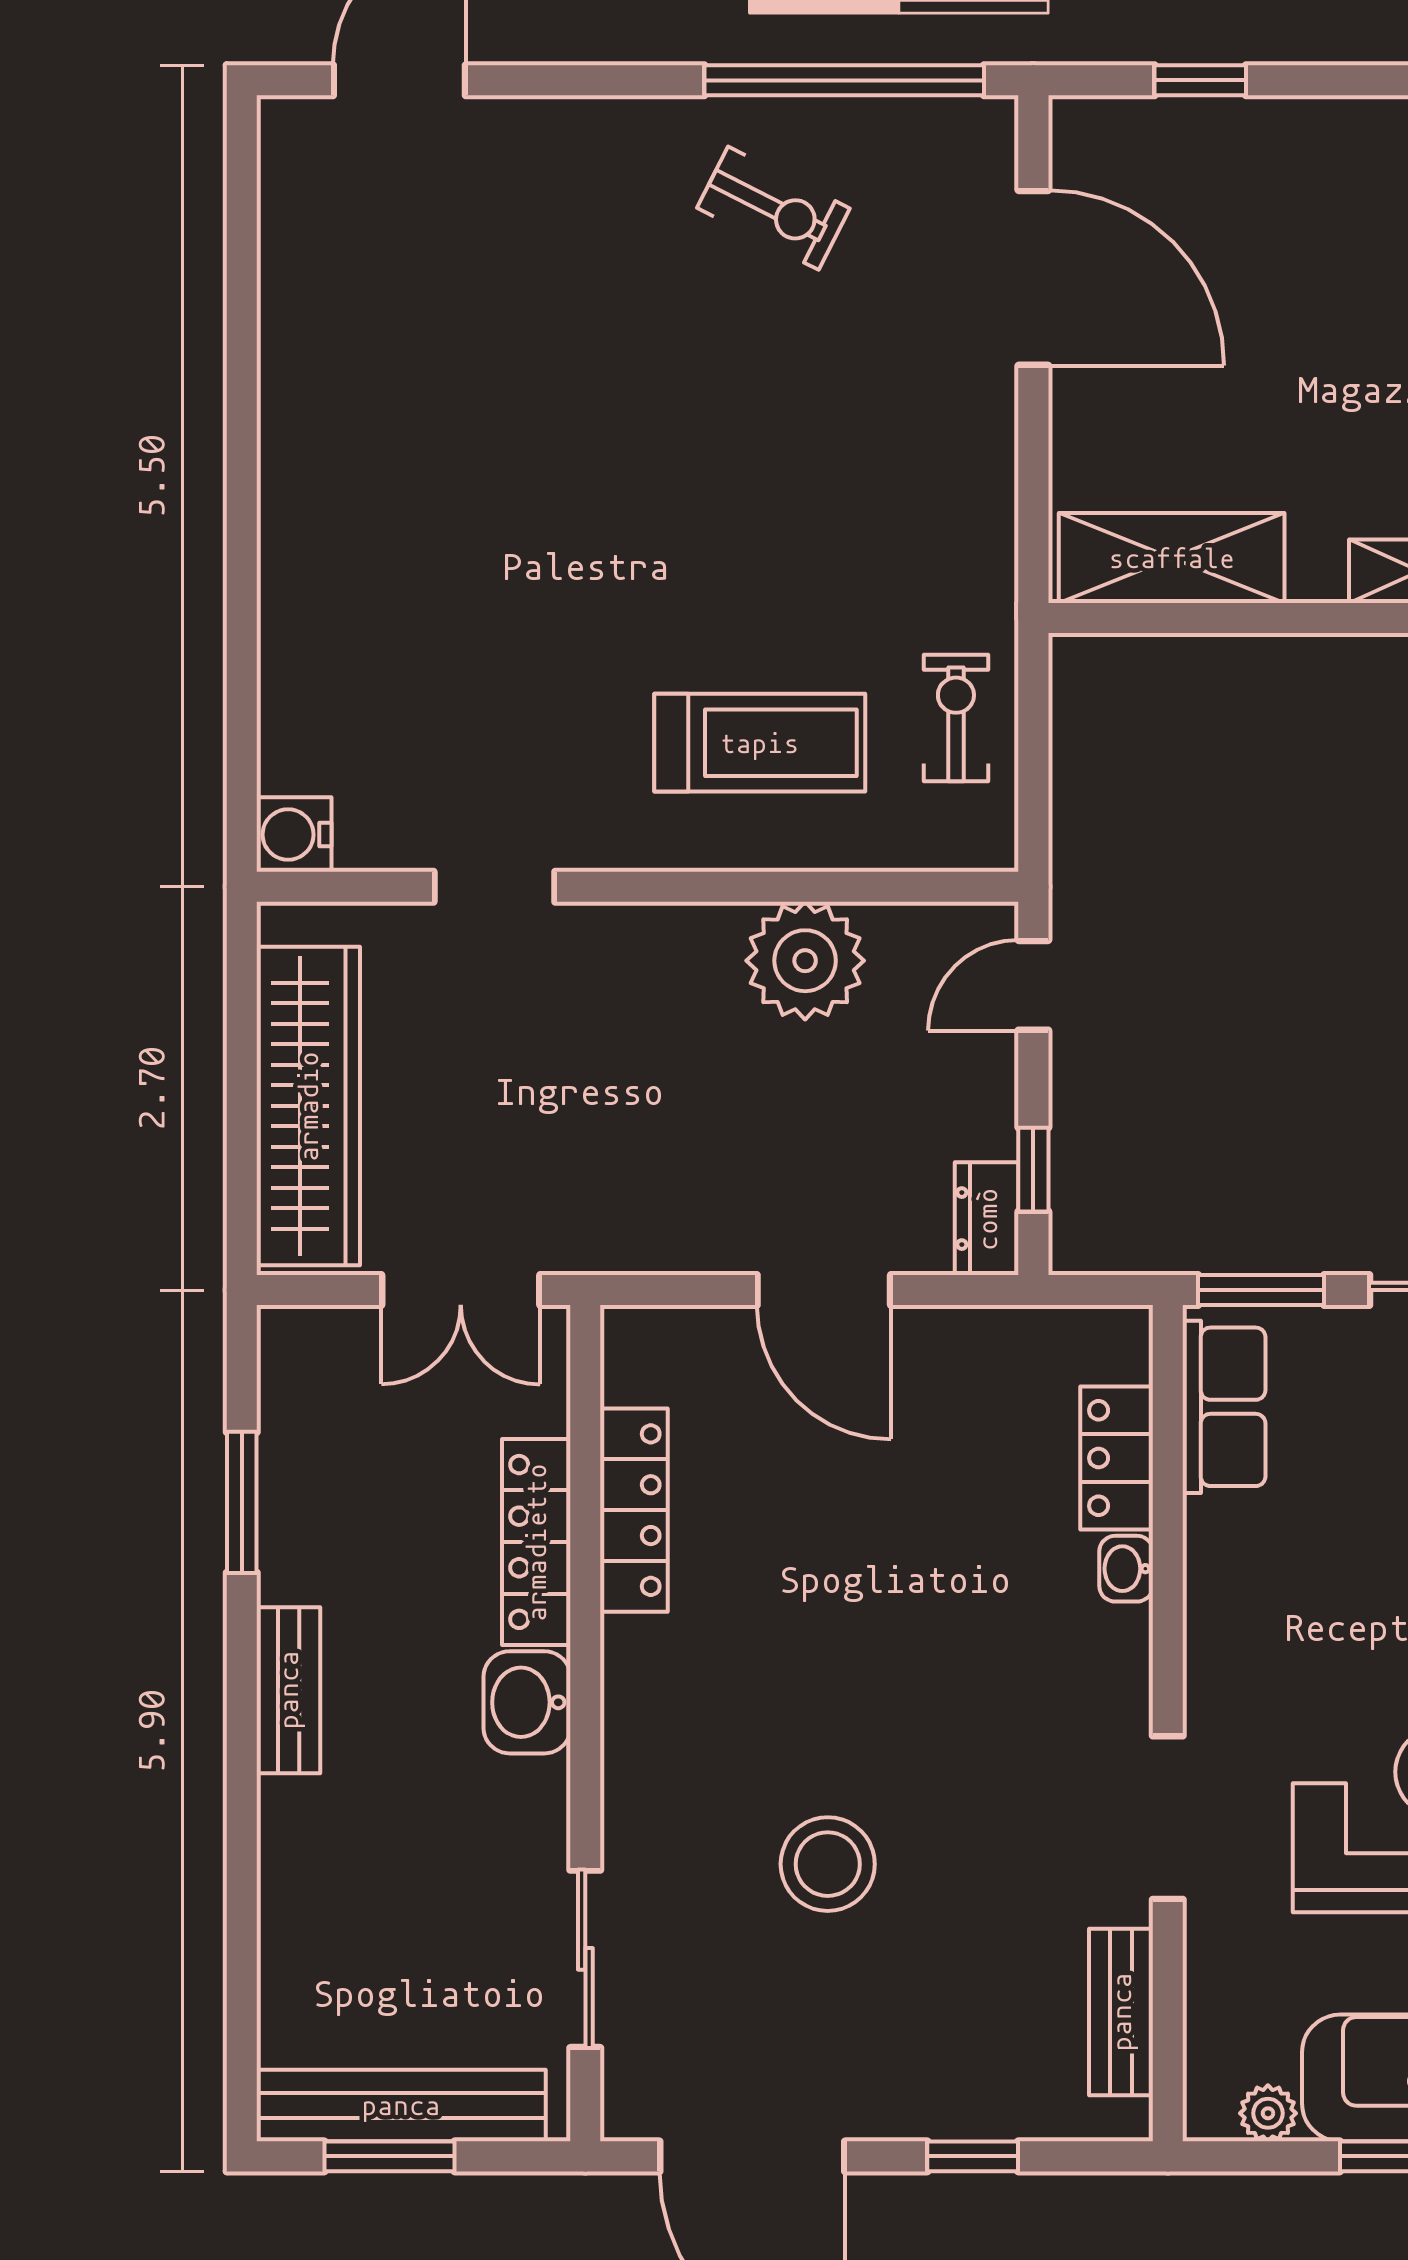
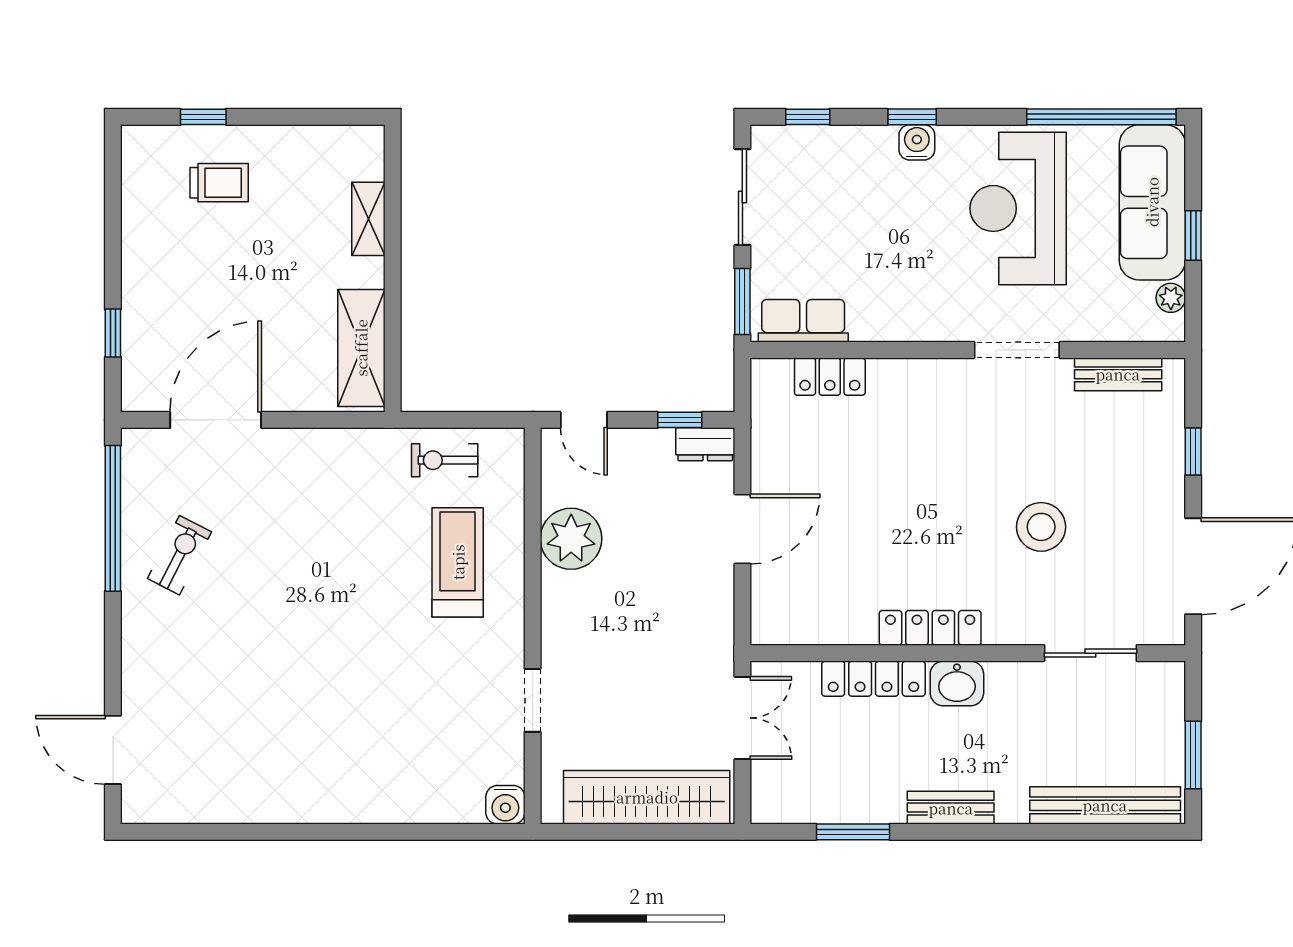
locker: (634, 1510) -> (930, 628), moved
washbasin: (1126, 1569) -> (887, 372), removed
bench: (401, 2105) -> (1105, 805), moved, turned 90

